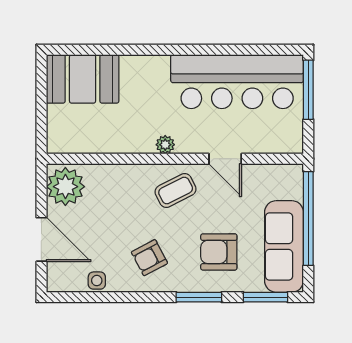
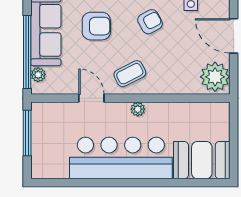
bar counter: (237, 82) -> (121, 158), moved
window: (308, 90) -> (27, 133), moved
plant: (294, 189) -> (38, 75), added

